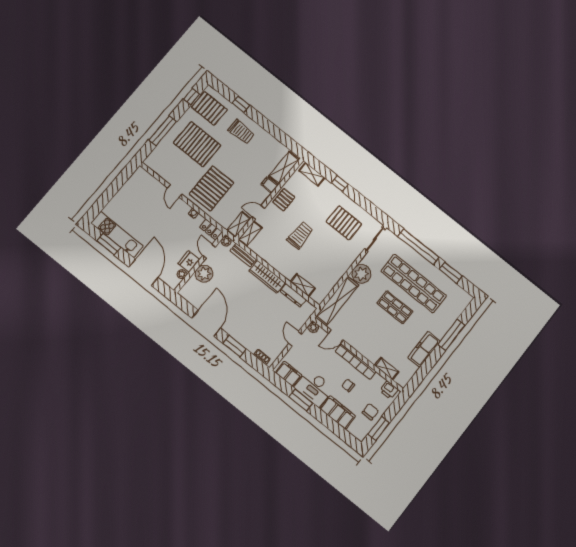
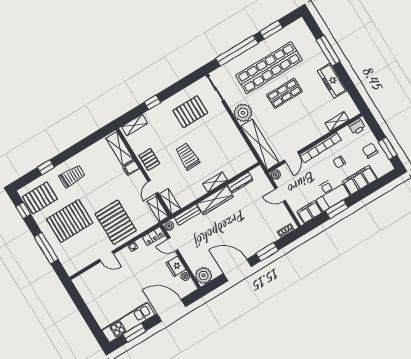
plant: (204, 274) -> (204, 276), moved
shelving: (303, 285) -> (215, 182), moved

